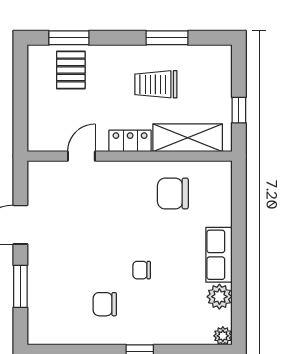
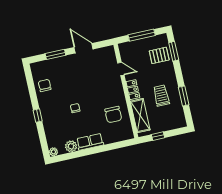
window: (20, 97) -> (142, 35), added
chair: (173, 194) -> (113, 115), turned 180
chair: (105, 304) -> (45, 85), moved

